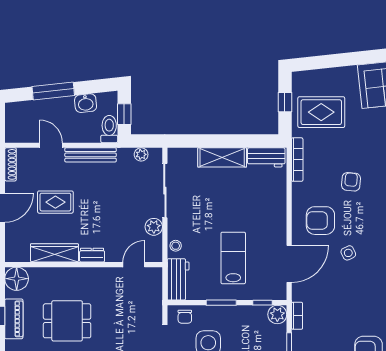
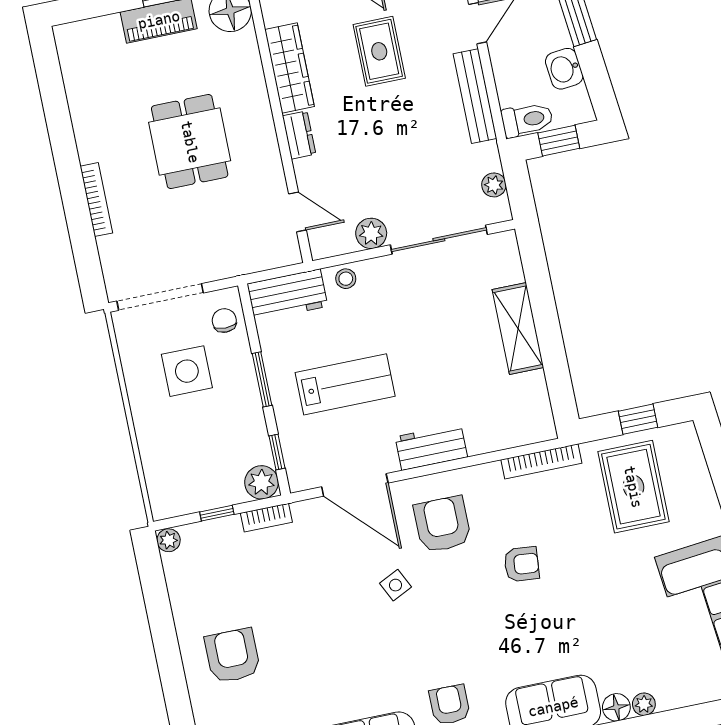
workbench: (266, 157) -> (431, 447), moved, turned 90
chair: (185, 317) -> (224, 320), turned 90
dining table: (67, 321) -> (190, 142), moved

